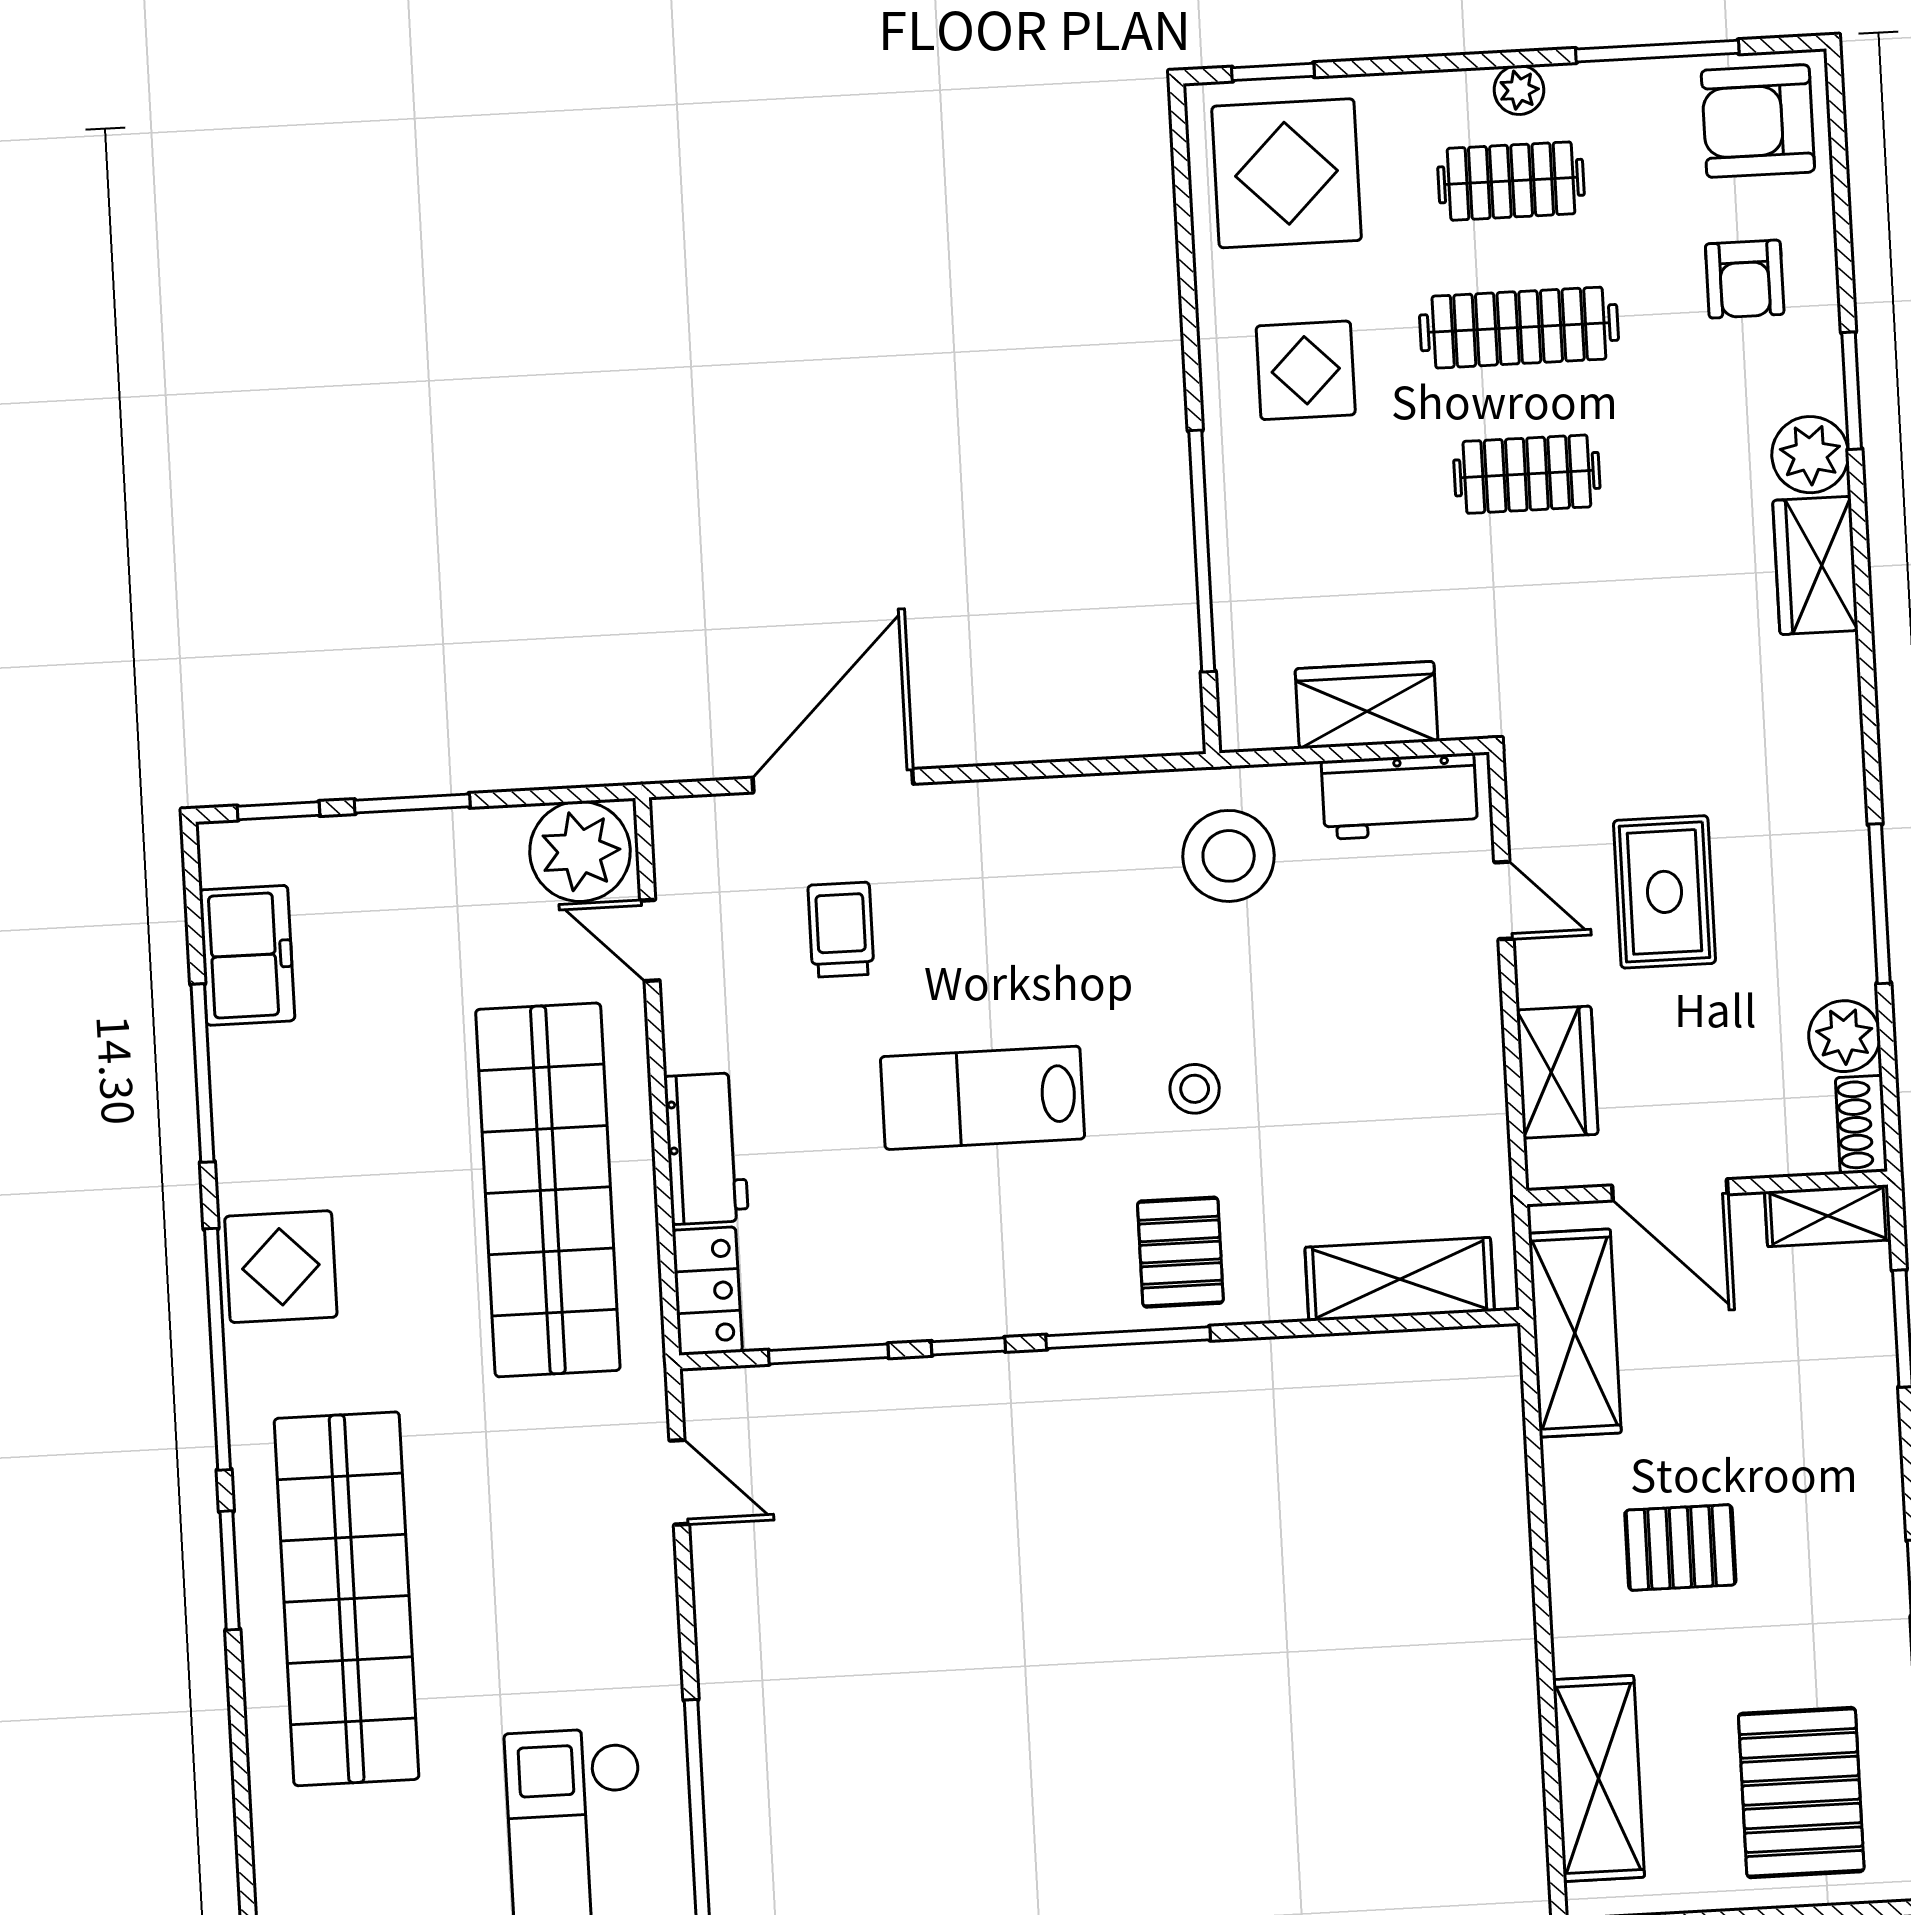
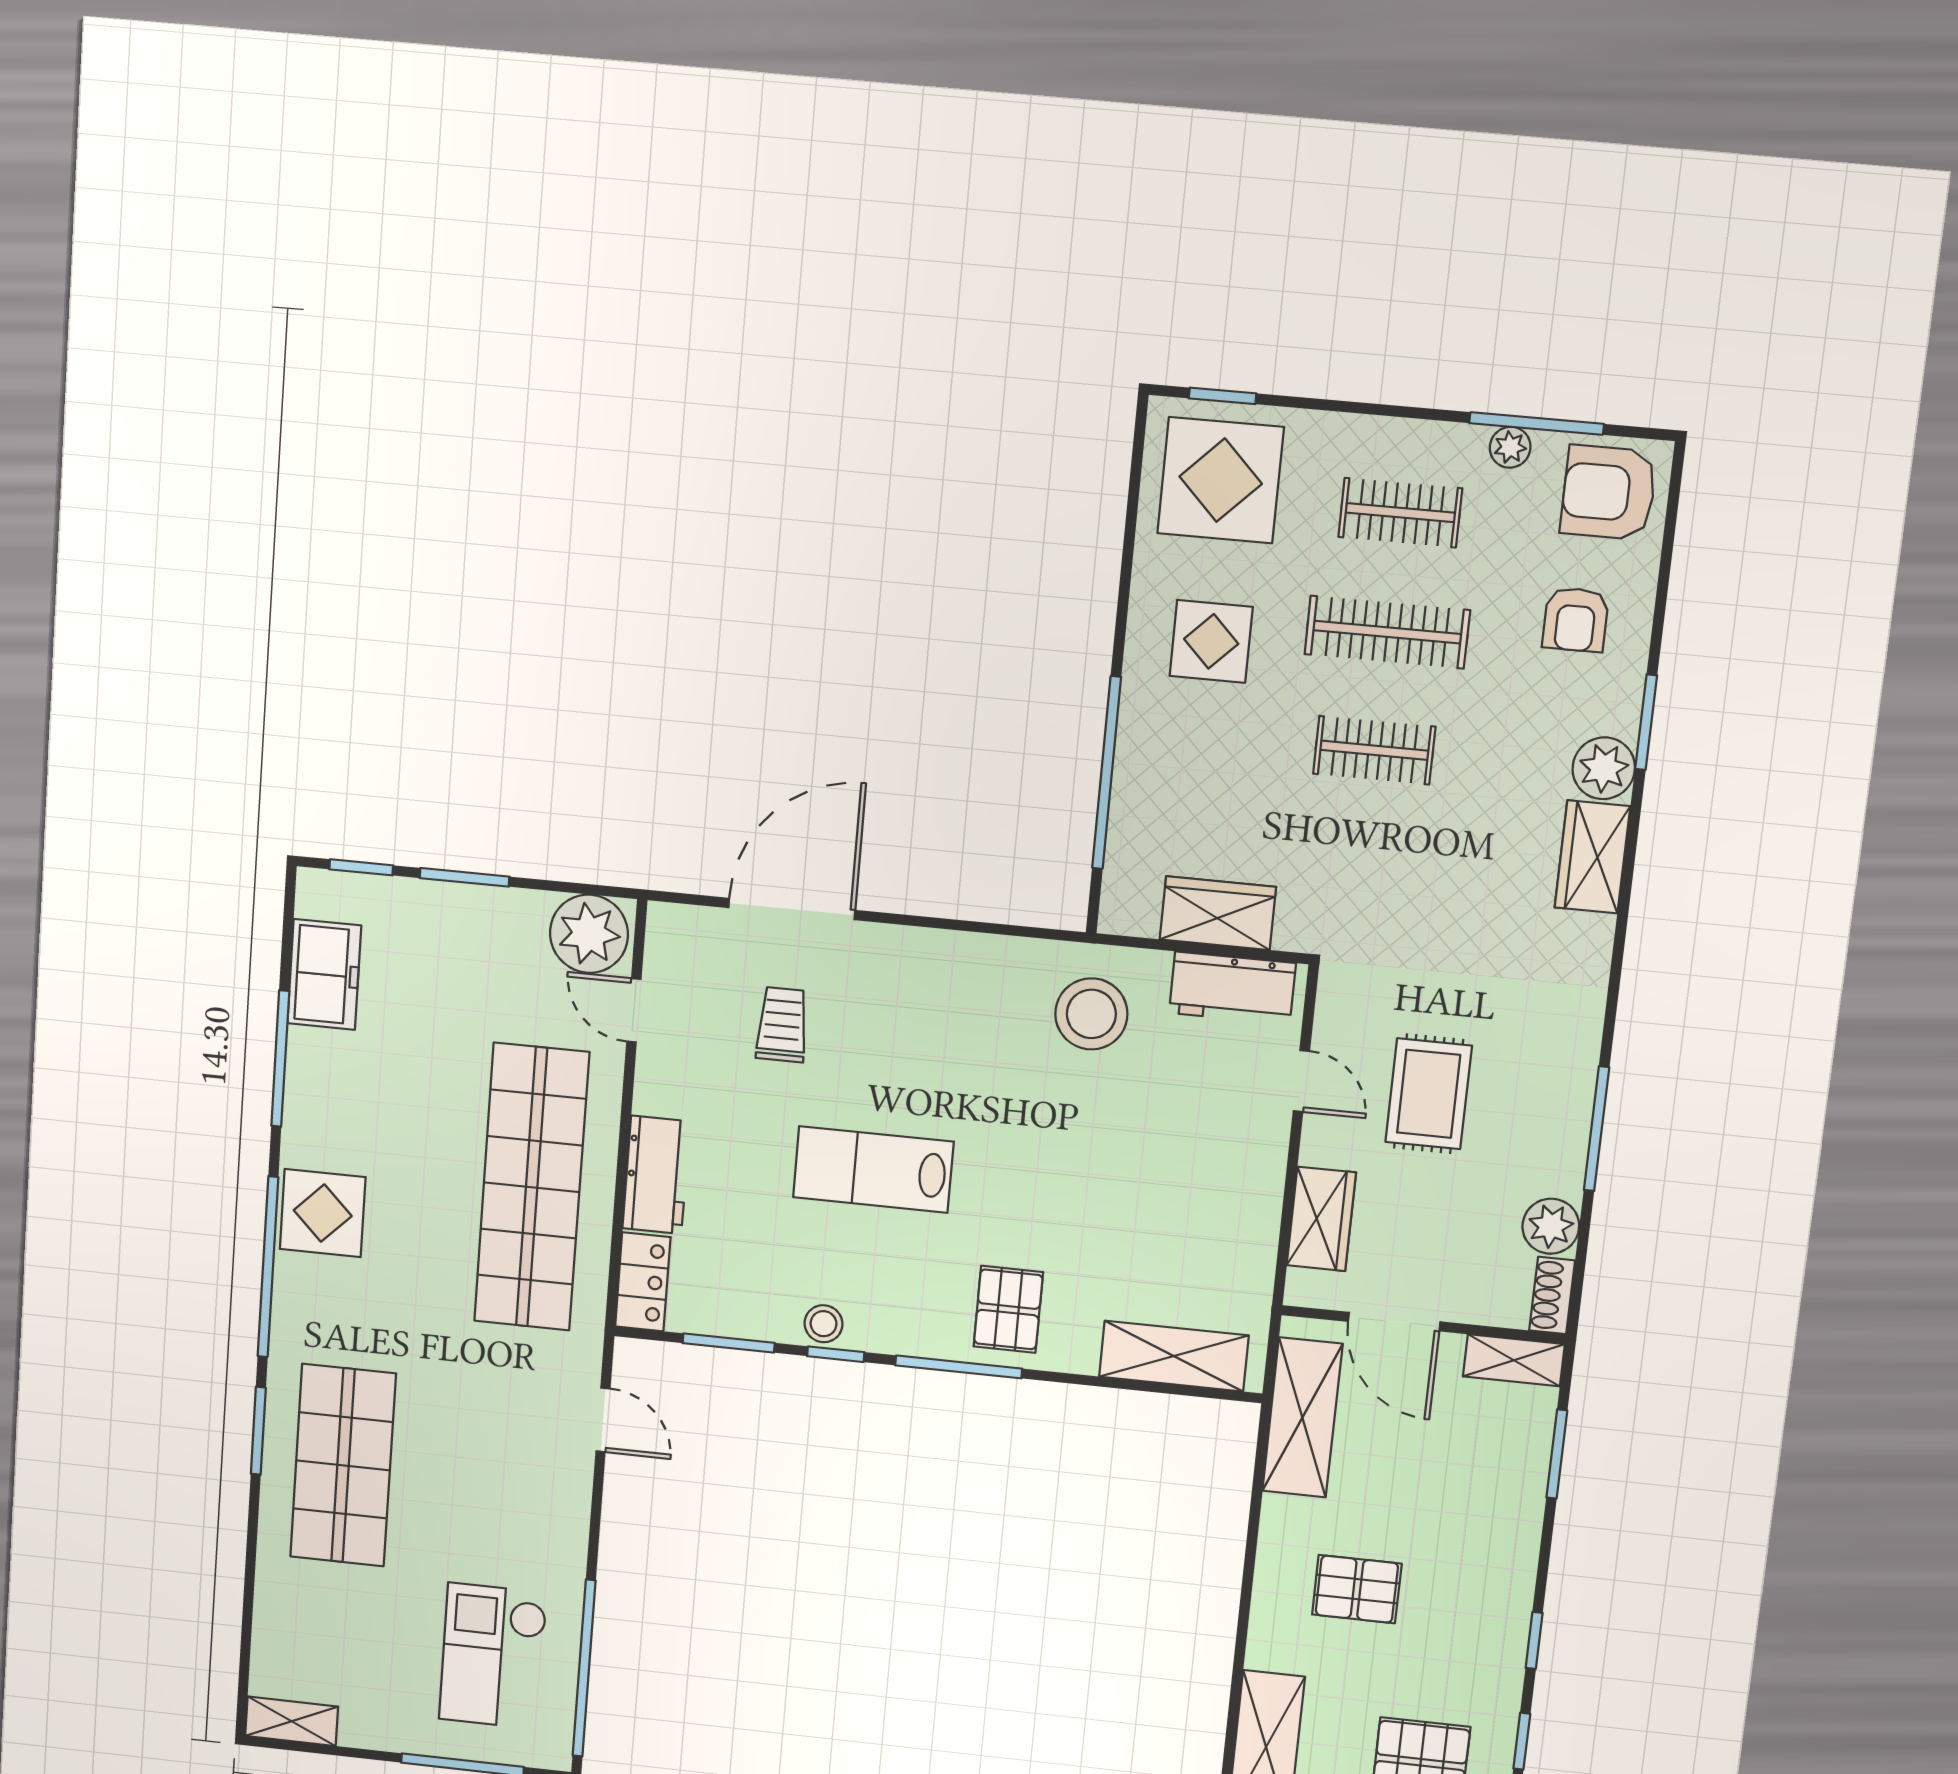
plant: (1519, 90) -> (1510, 447), moved
stool: (1195, 1089) -> (824, 1324), moved
shop shelf: (347, 1599) -> (343, 1465), width x0.71

